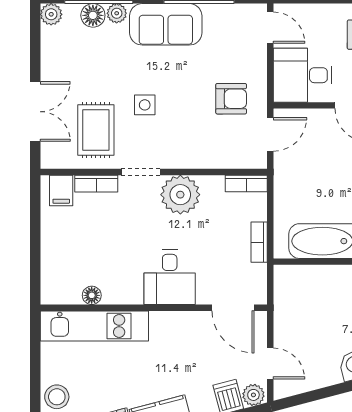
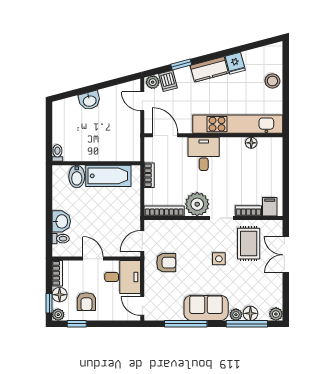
armchair: (231, 99) -> (166, 263), turned 180
bookcase: (246, 183) -> (164, 211), width x1.56
kitchen unit: (94, 326) -> (238, 124), width x1.36

